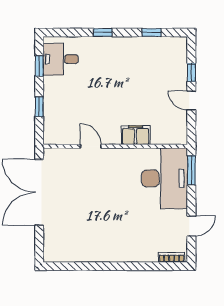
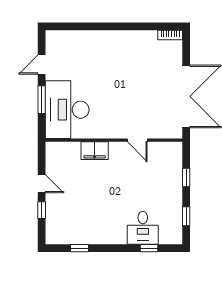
window: (103, 33) -> (149, 248), moved
desk: (61, 59) -> (143, 228), moved, turned 90
window: (191, 170) -> (42, 100), moved
bookcase: (172, 257) -> (170, 35), moved

